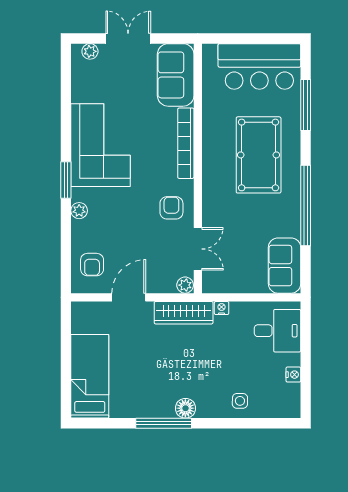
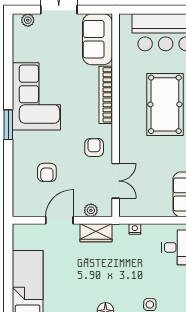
plant: (79, 211) -> (19, 150), removed
armchair: (92, 265) -> (47, 172), moved
plant: (185, 285) -> (91, 210), moved
wardrobe: (184, 313) -> (96, 233), width x0.67

